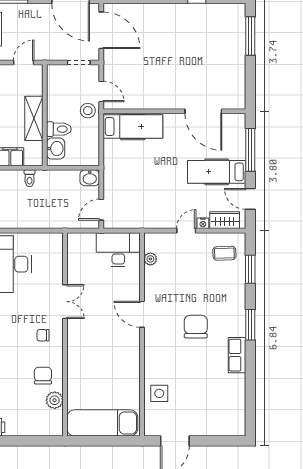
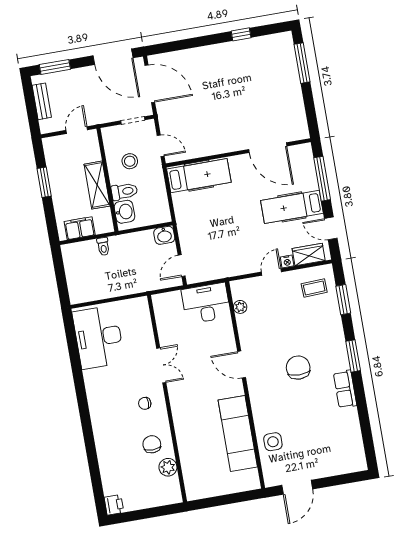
stool: (88, 111) -> (130, 161), moved
exam couch: (102, 423) -> (238, 433), moved, turned -90

